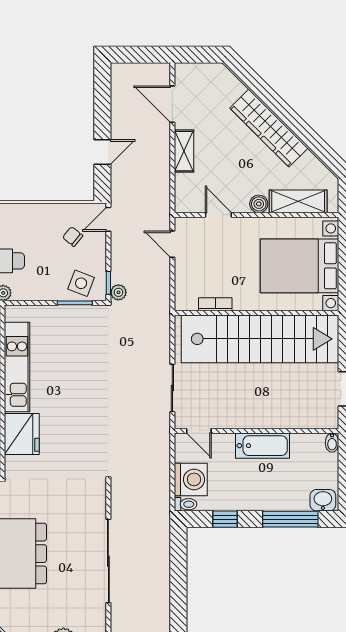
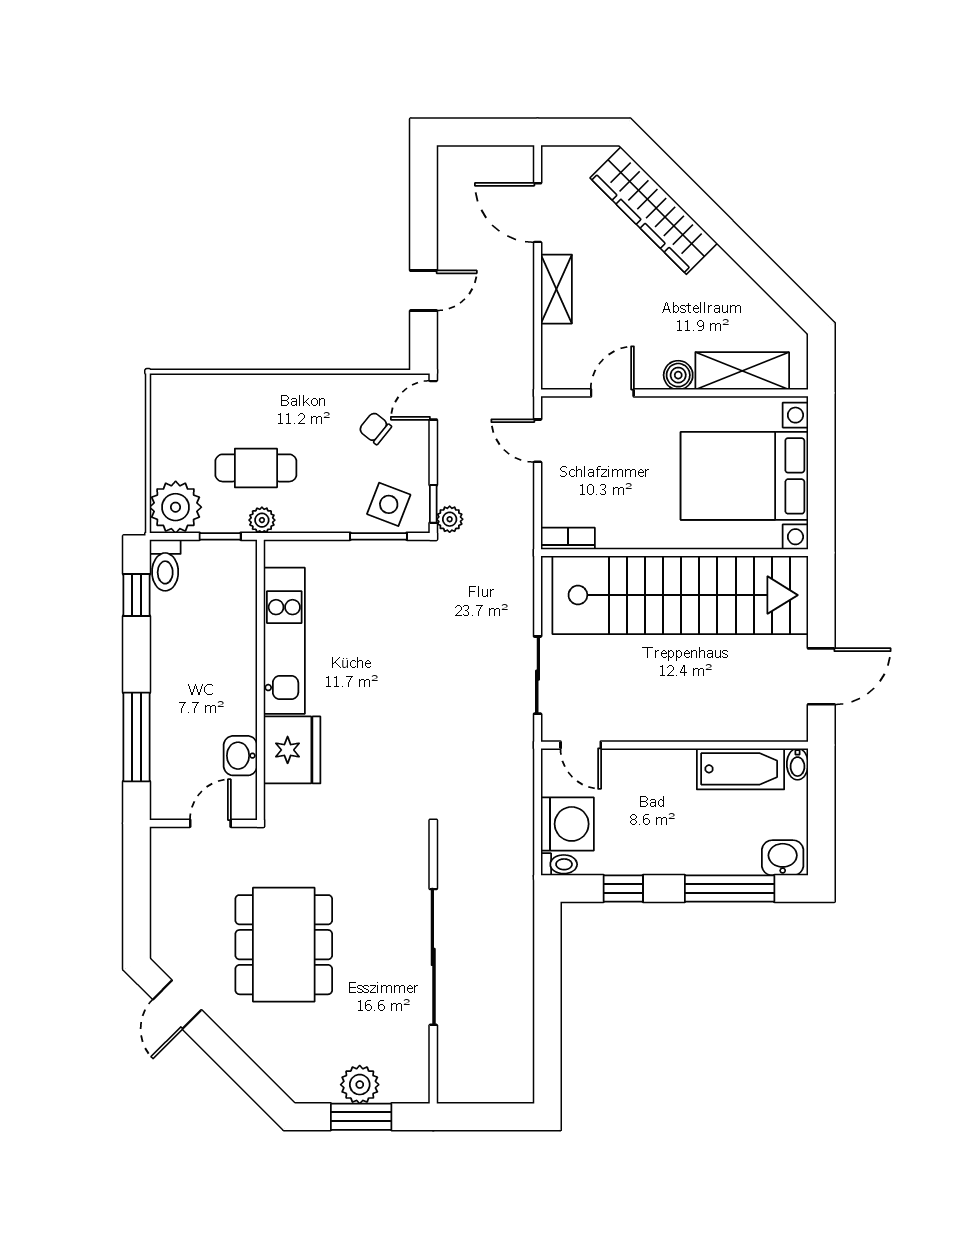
wardrobe: (269, 128) -> (654, 211), moved
door: (218, 215) -> (612, 393), hinge flipped
bookcase: (215, 304) -> (568, 539), moved
bathtub: (262, 446) -> (740, 769), moved

